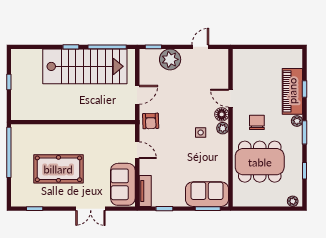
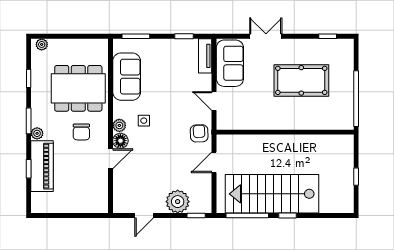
door: (231, 98) -> (111, 159), hinge flipped
sofa: (207, 194) -> (127, 77), moved, turned -90

